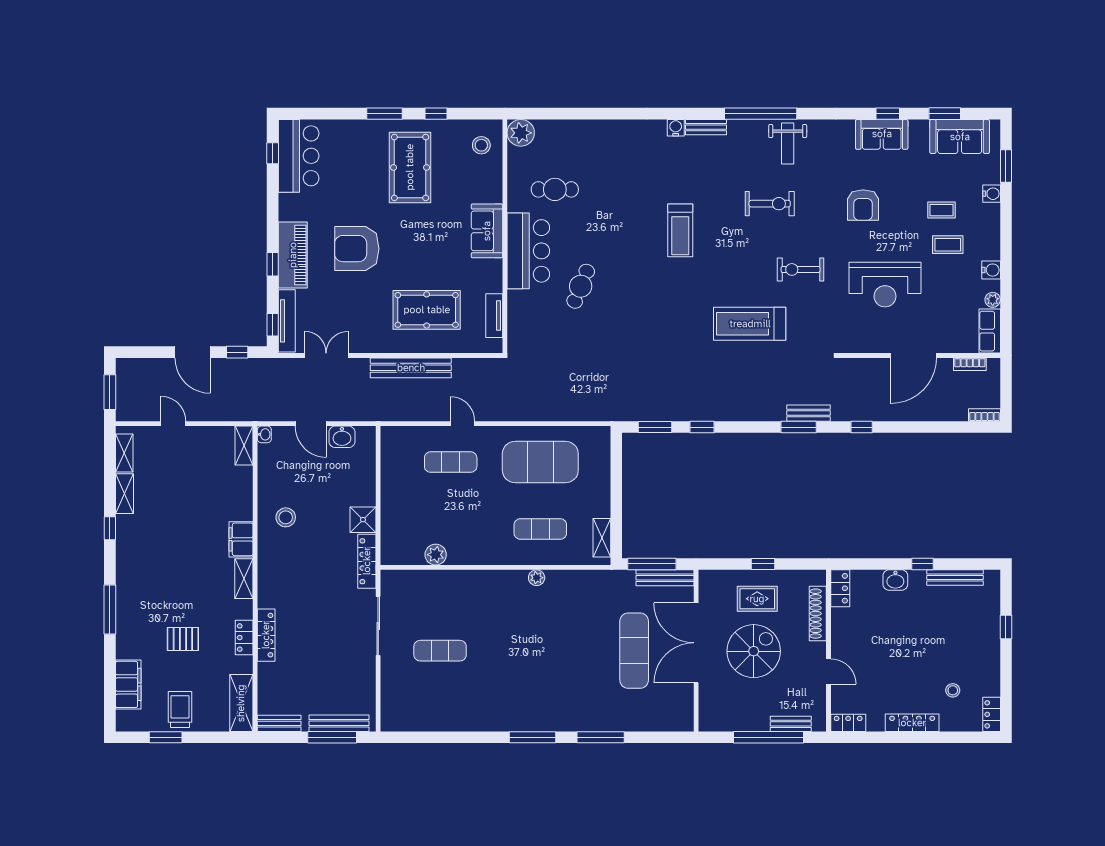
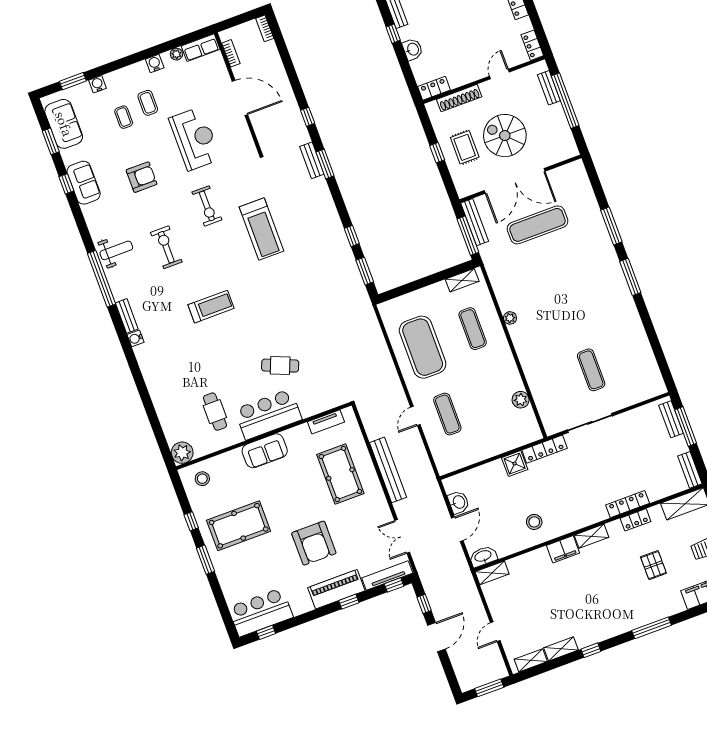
washbasin: (264, 434) -> (483, 556), width x1.91, depth x1.45
bench: (339, 723) -> (671, 419), width x0.73

